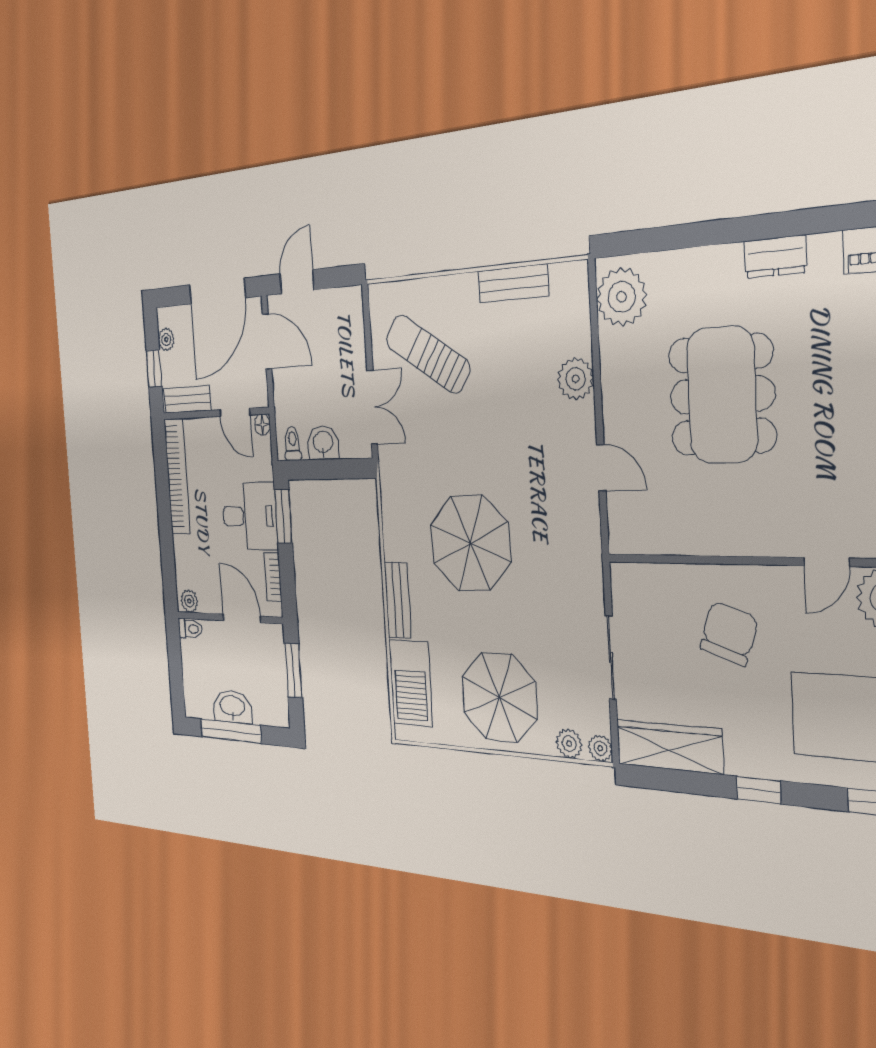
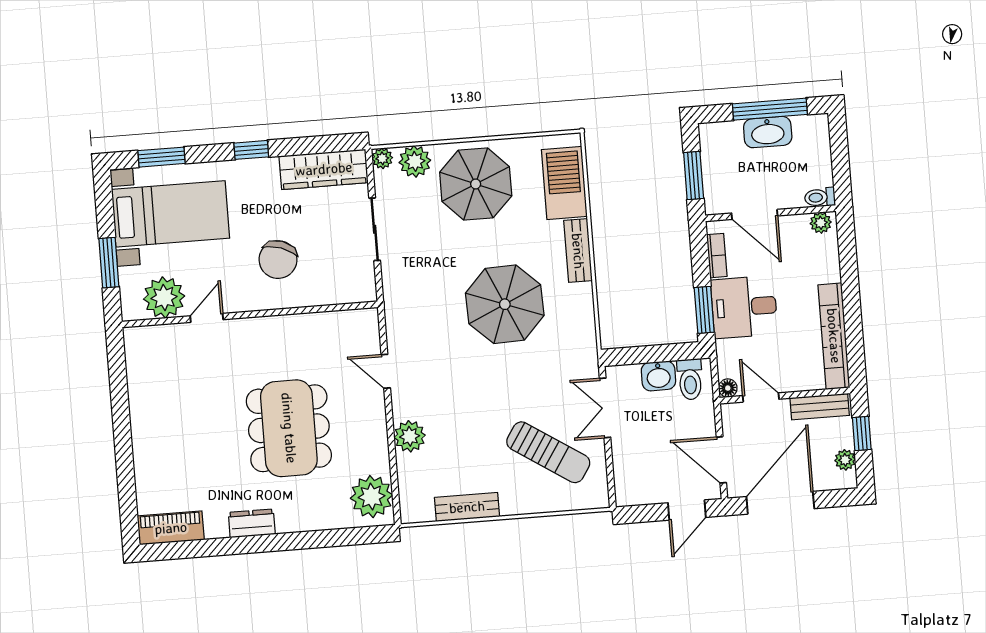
toilet: (293, 444) -> (690, 379), width x1.37, depth x1.39
plant: (569, 744) -> (415, 161), width x1.38, depth x1.38

